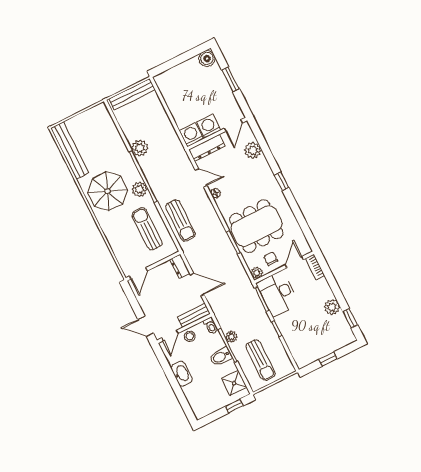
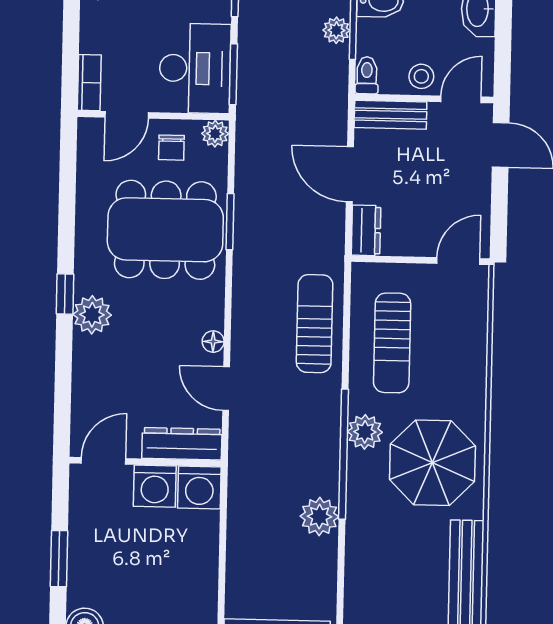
plant: (253, 150) -> (92, 315), moved

